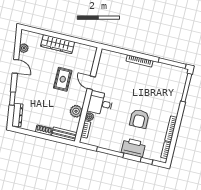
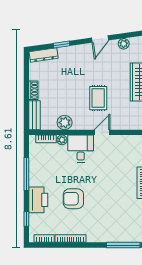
rug: (63, 79) -> (98, 98), turned 90

